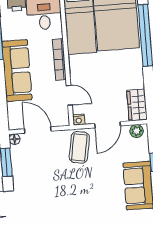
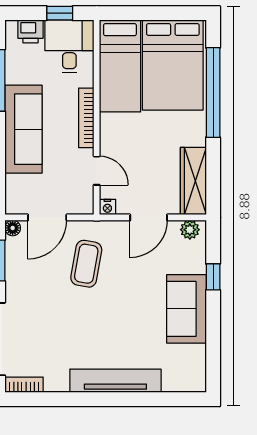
wardrobe: (137, 105) -> (193, 181), width x1.50
door: (38, 130) -> (47, 217), swing flipped
coffee table: (79, 147) -> (86, 264), moved

